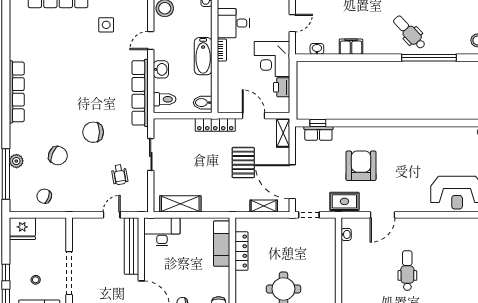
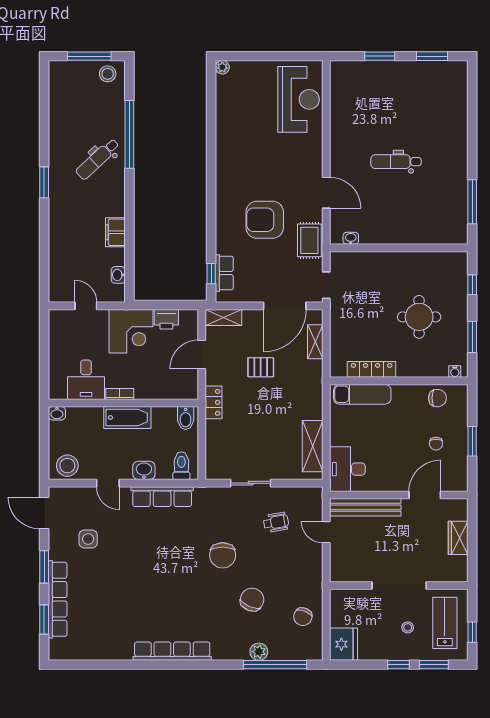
row of seats: (140, 93) -> (162, 497), width x0.73
locker: (215, 125) -> (214, 402), width x0.66
pallet: (243, 163) -> (261, 367), width x0.67, depth x0.71

